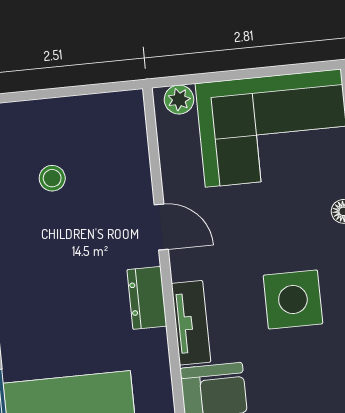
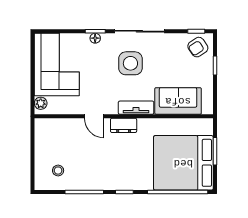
stool: (52, 178) -> (58, 171), moved
door: (161, 227) -> (94, 116), swing flipped

